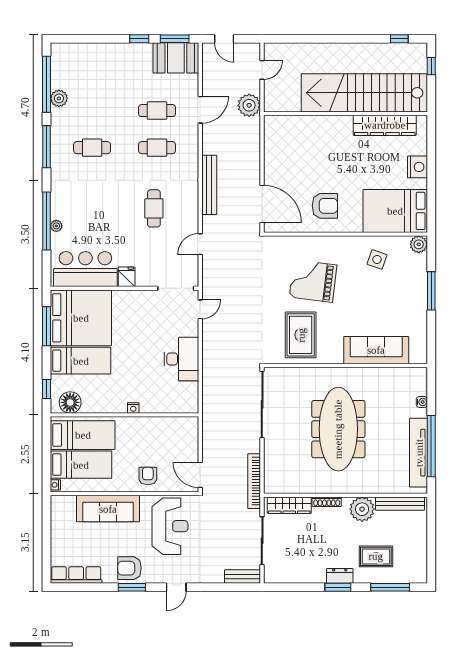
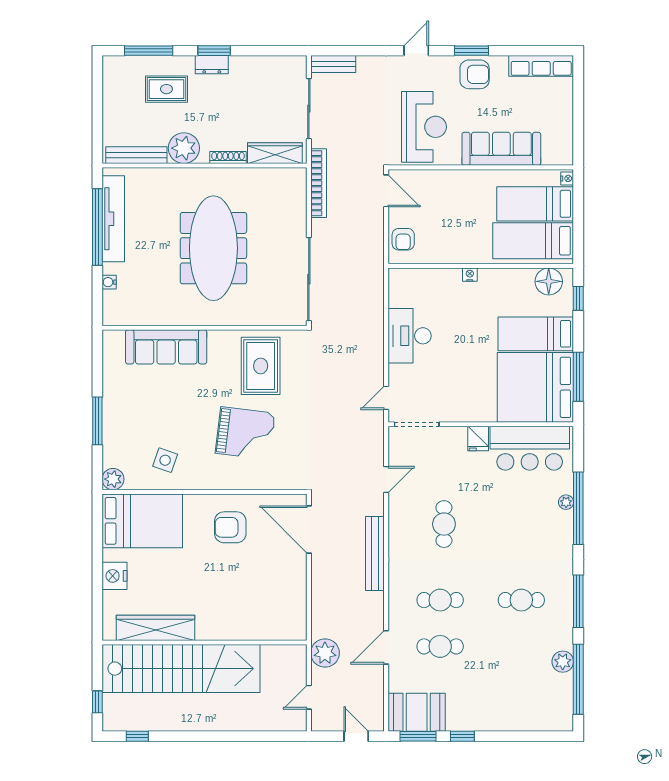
armchair: (148, 476) -> (403, 239), moved
reception desk: (170, 526) -> (424, 127), turned 180

